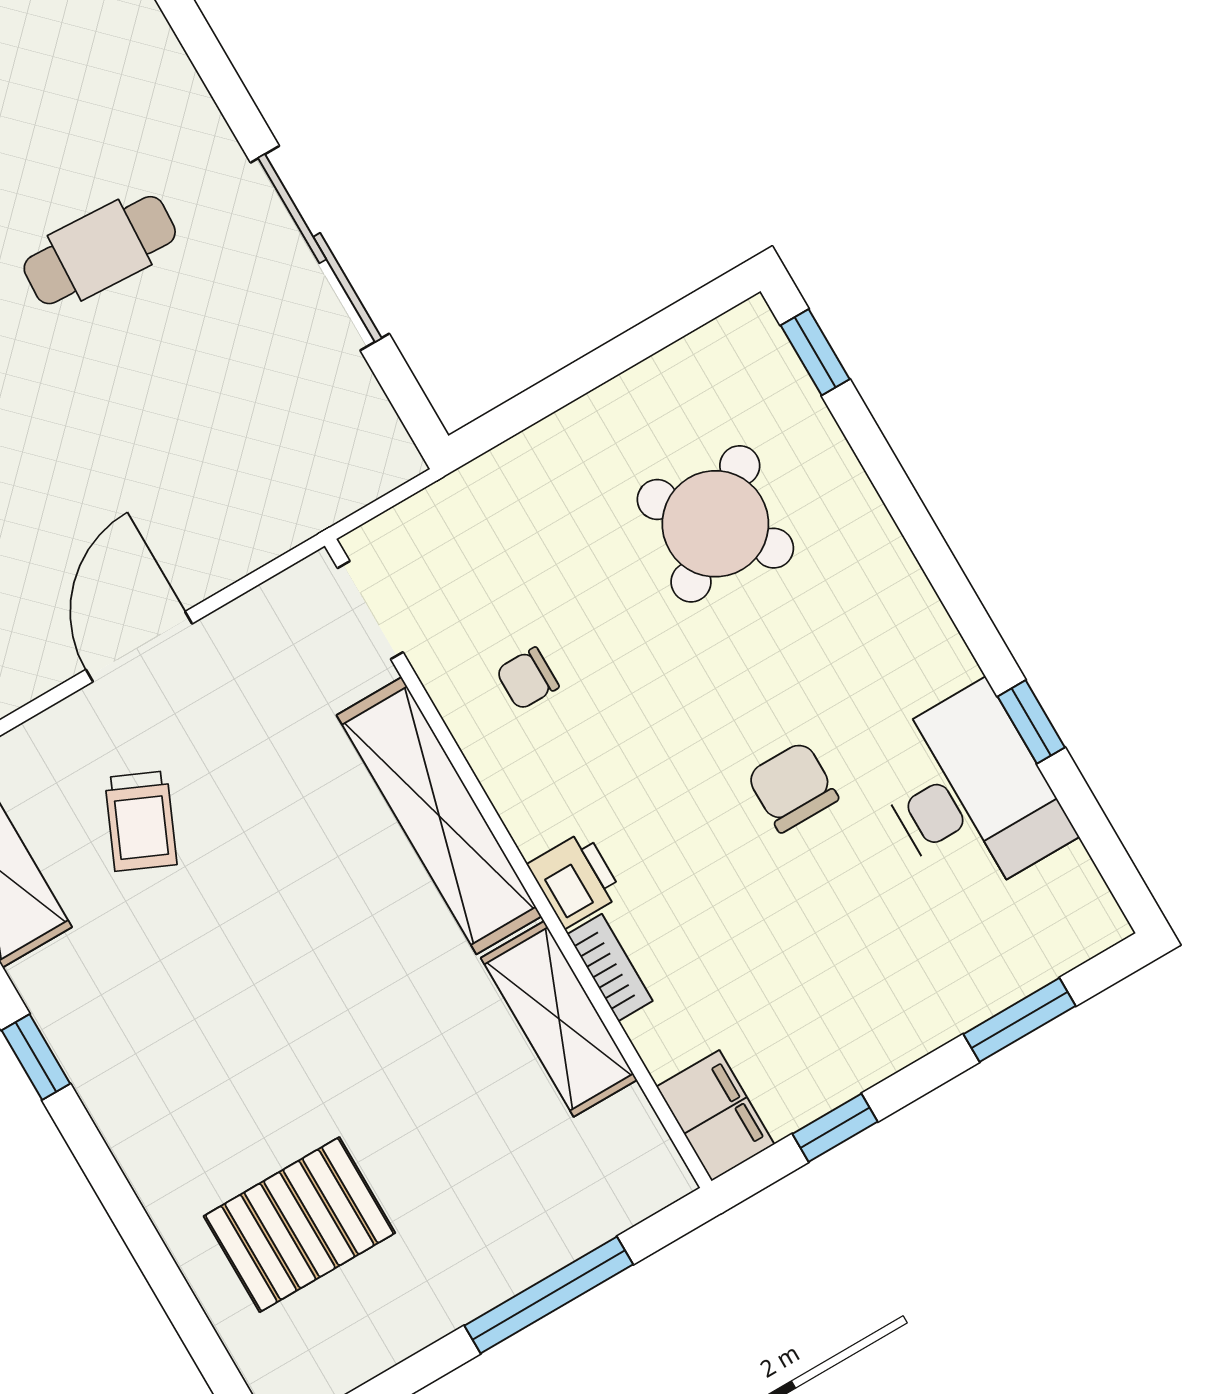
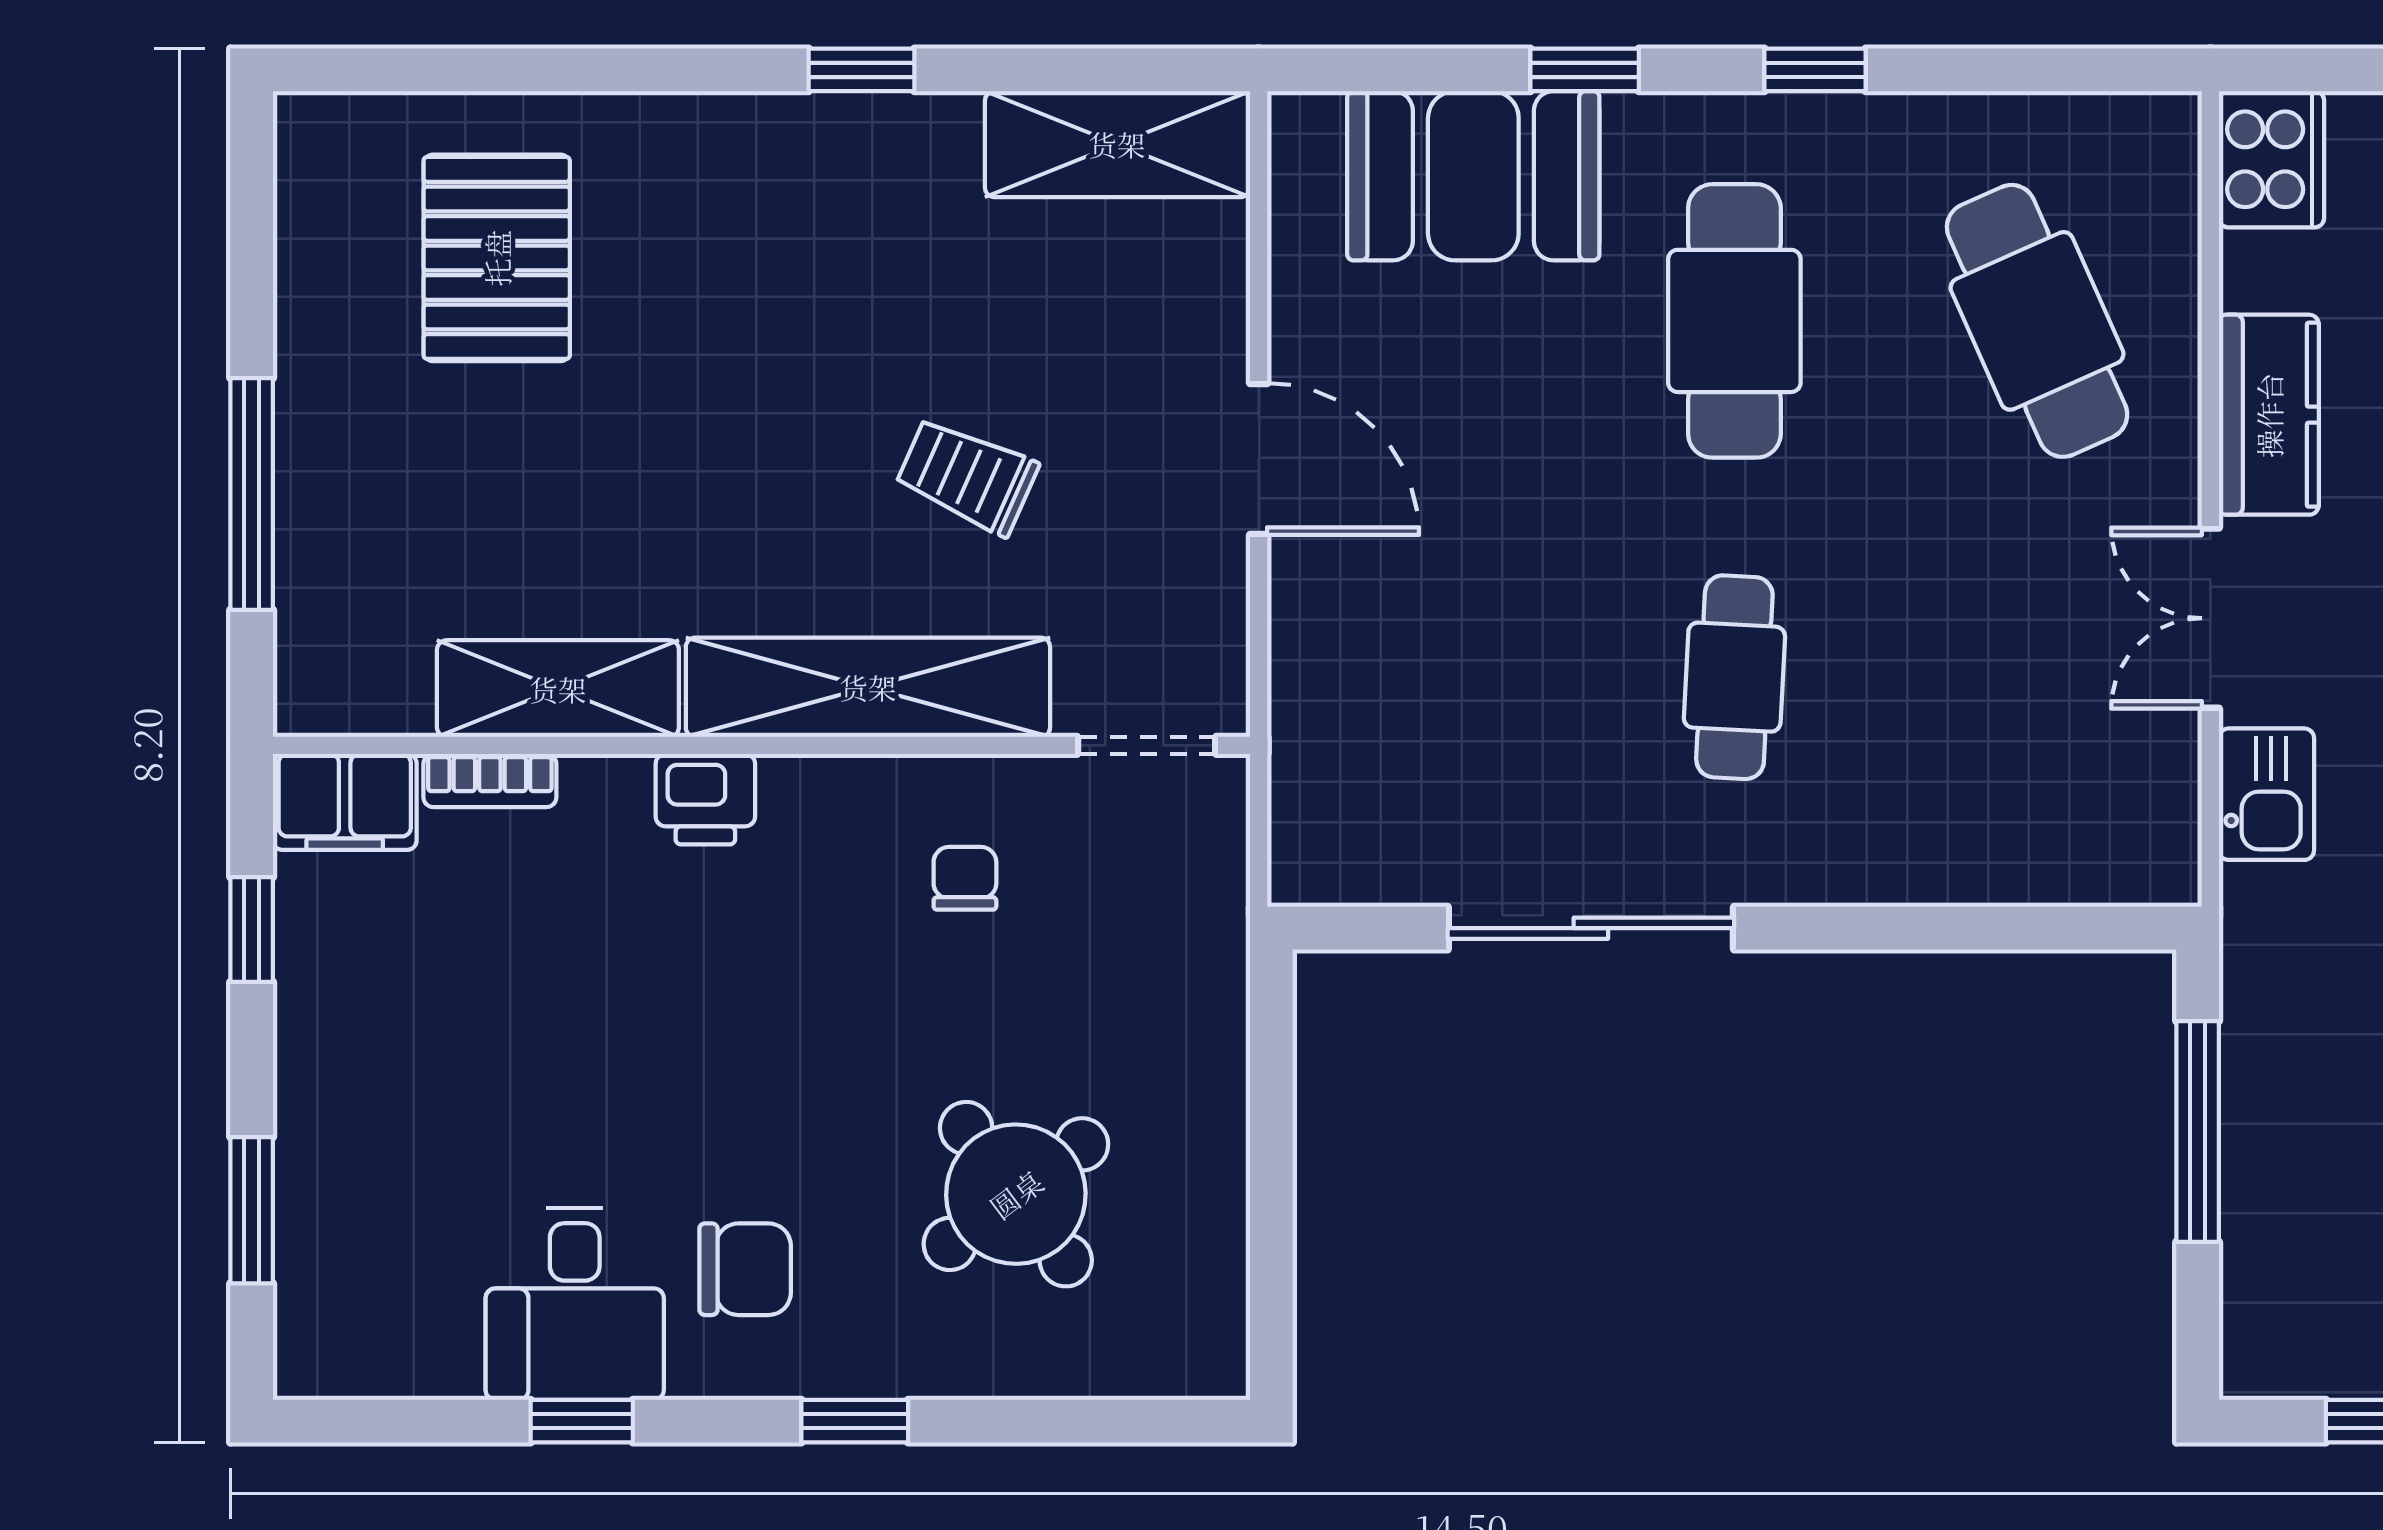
window: (815, 352) -> (855, 1421), moved
chair: (793, 787) -> (745, 1269), moved
desk: (970, 793) -> (575, 1304), width x0.73
trolley: (141, 821) -> (967, 476), moved
bookcase: (610, 967) -> (490, 781), moved

